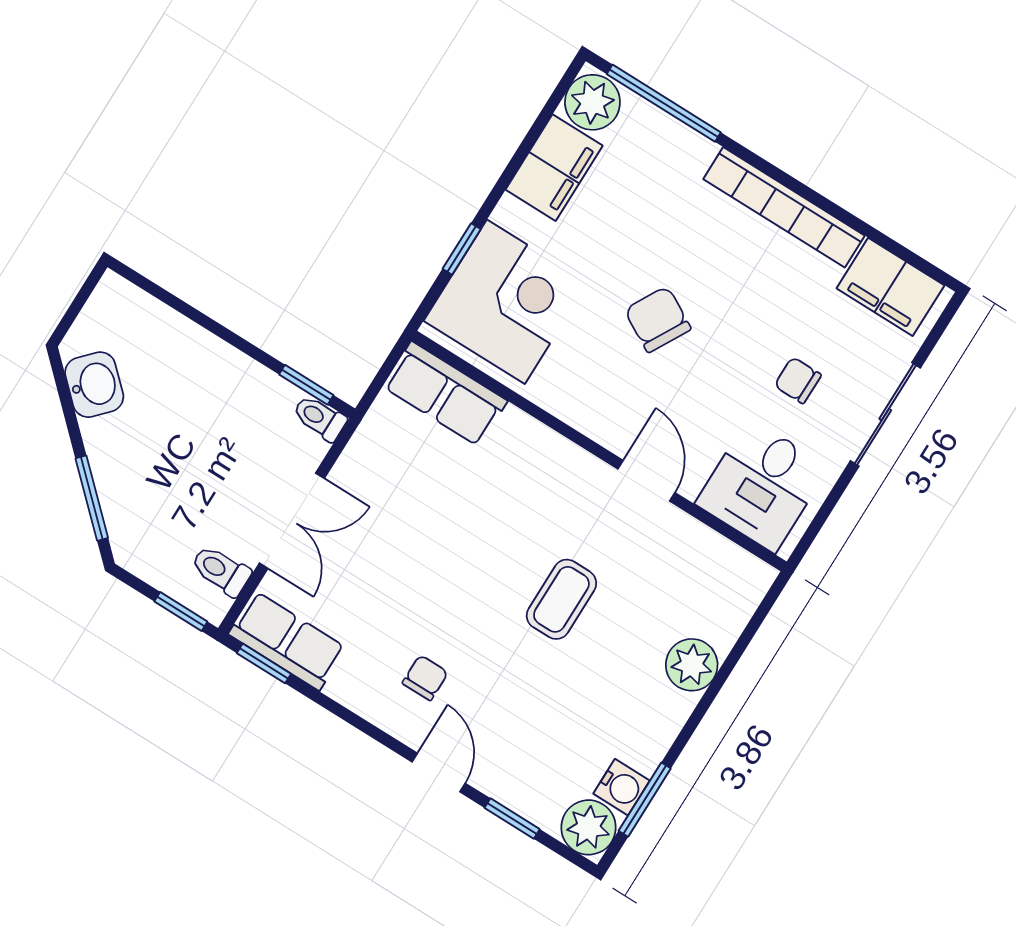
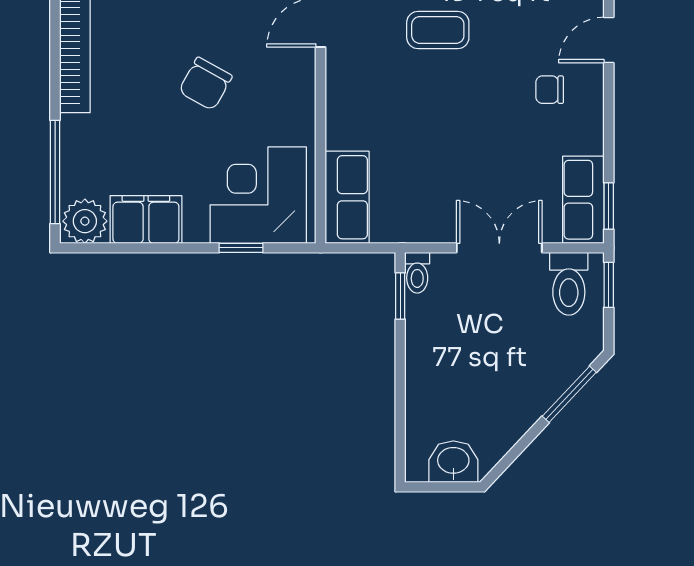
washbasin: (94, 385) -> (453, 462), moved, turned 47
toilet: (221, 571) -> (569, 284), width x1.37, depth x1.39

